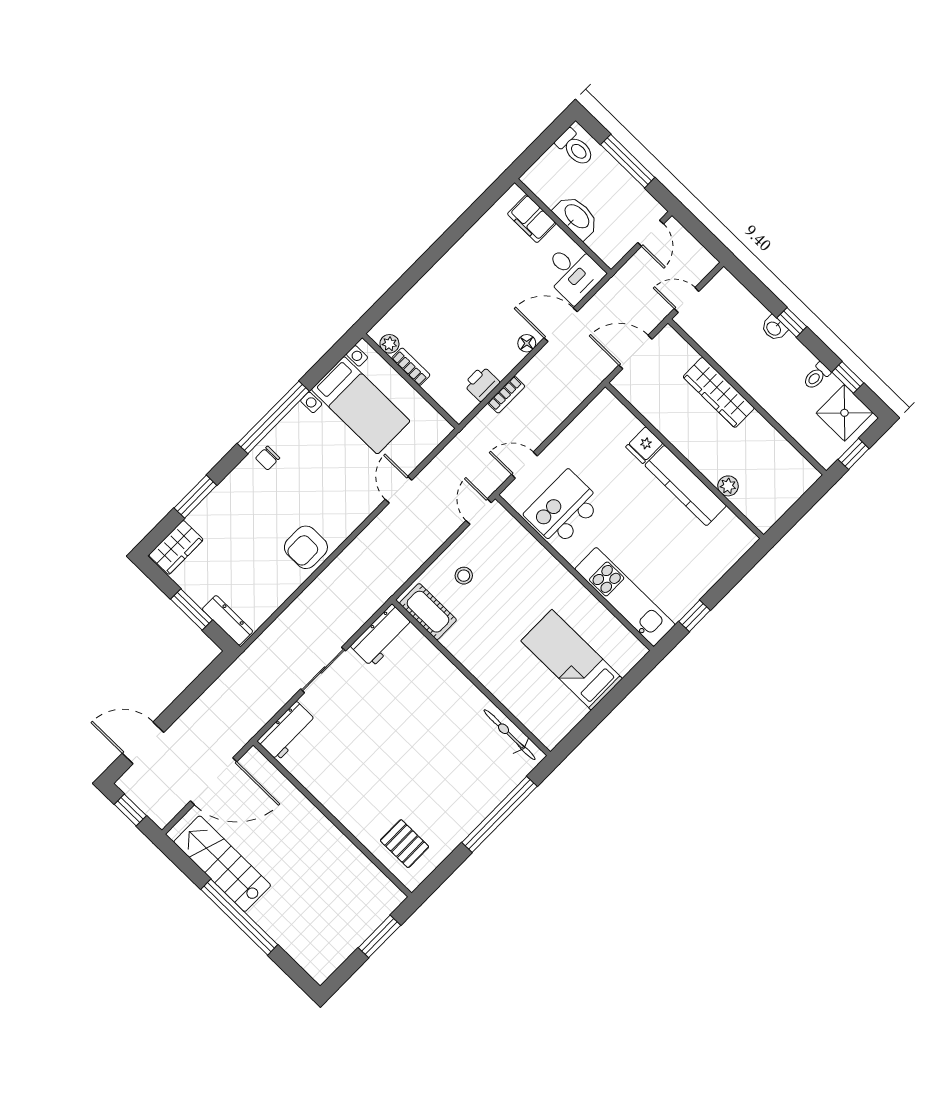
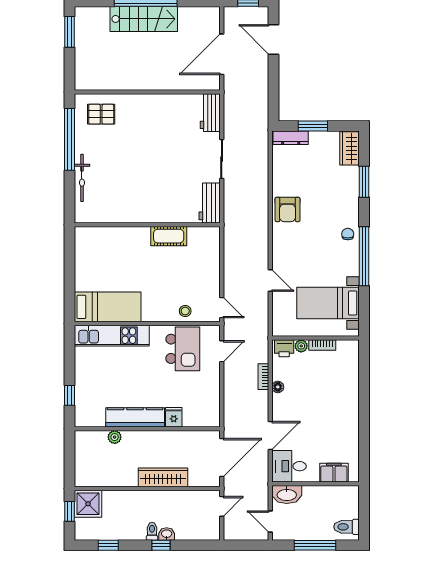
washbasin: (576, 217) -> (287, 494), moved
floor lamp: (527, 343) -> (278, 387), moved
plant: (389, 344) -> (301, 346), moved
door: (635, 352) -> (222, 458), width x1.36
toilet: (817, 376) -> (152, 531), moved
printer: (482, 383) -> (284, 348), moved, turned 90
shower: (844, 413) -> (88, 504), moved
armchair: (306, 547) -> (288, 209), turned 180
stool: (464, 576) -> (185, 311), moved
cot: (428, 612) -> (169, 236), moved
window: (694, 616) -> (70, 395), moved
bed: (572, 660) -> (108, 307), moved
bicycle: (510, 735) -> (82, 178), moved, turned 90
door: (143, 743) -> (273, 40), swing flipped
window: (499, 814) -> (70, 139), moved
stairs: (222, 864) -> (144, 19), moved
window: (379, 936) -> (70, 32), moved

